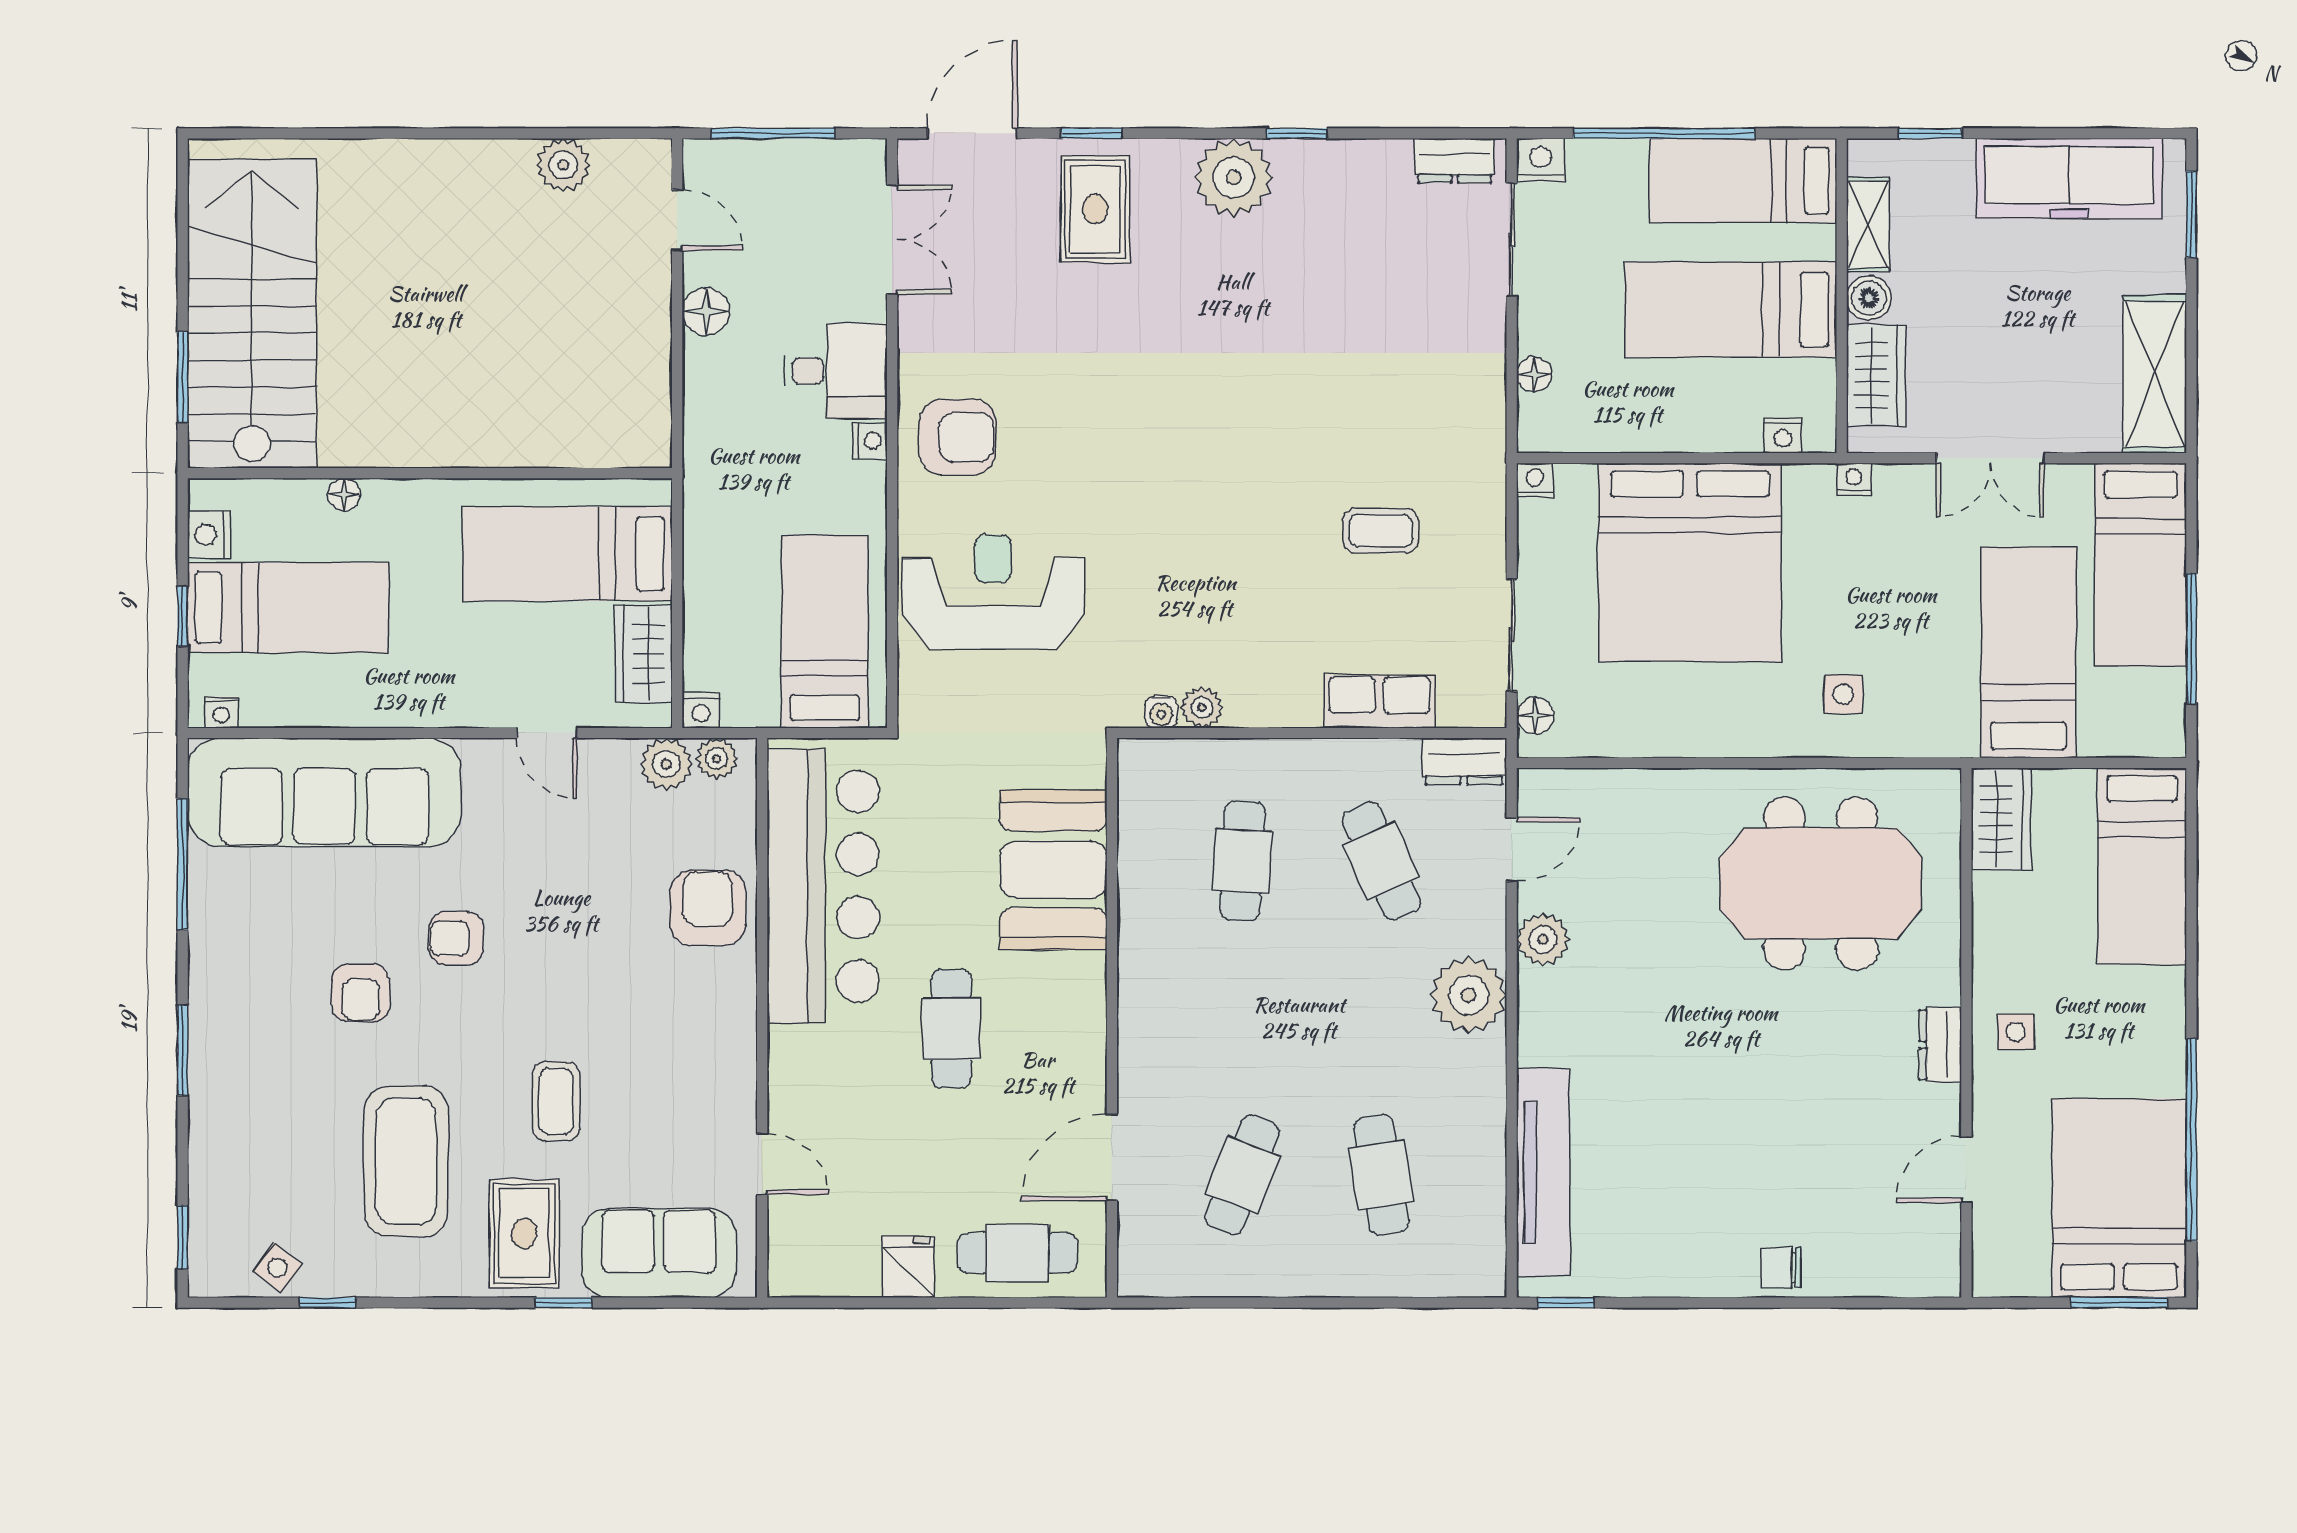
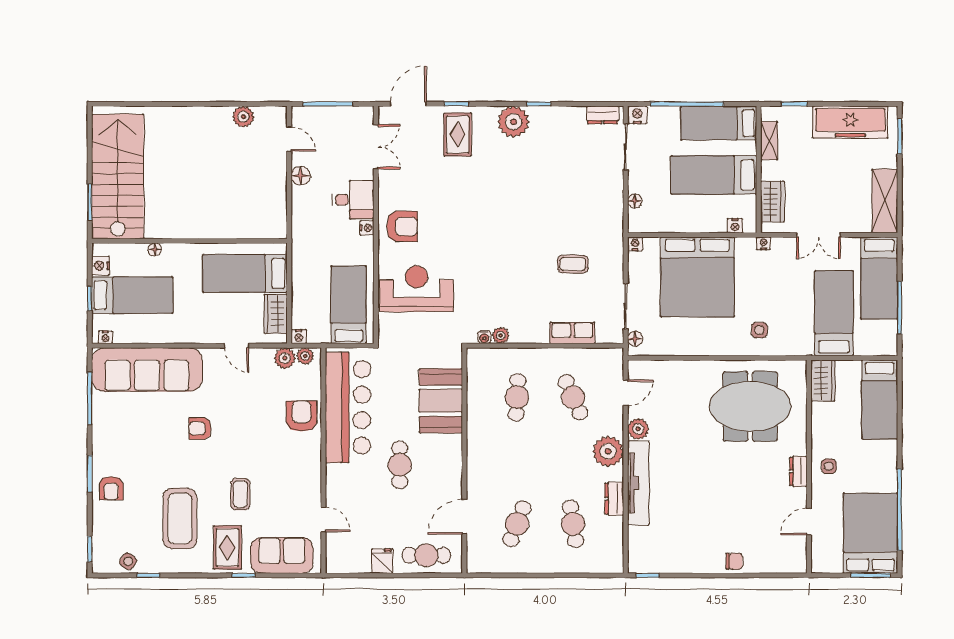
boiler: (1869, 298) -> (770, 170), removed
dresser: (1464, 761) -> (614, 499), moved, turned 90
armchair: (361, 993) -> (111, 488), moved
tv unit: (1543, 1172) -> (638, 483), moved
chair: (1781, 1268) -> (734, 561), turned 180

